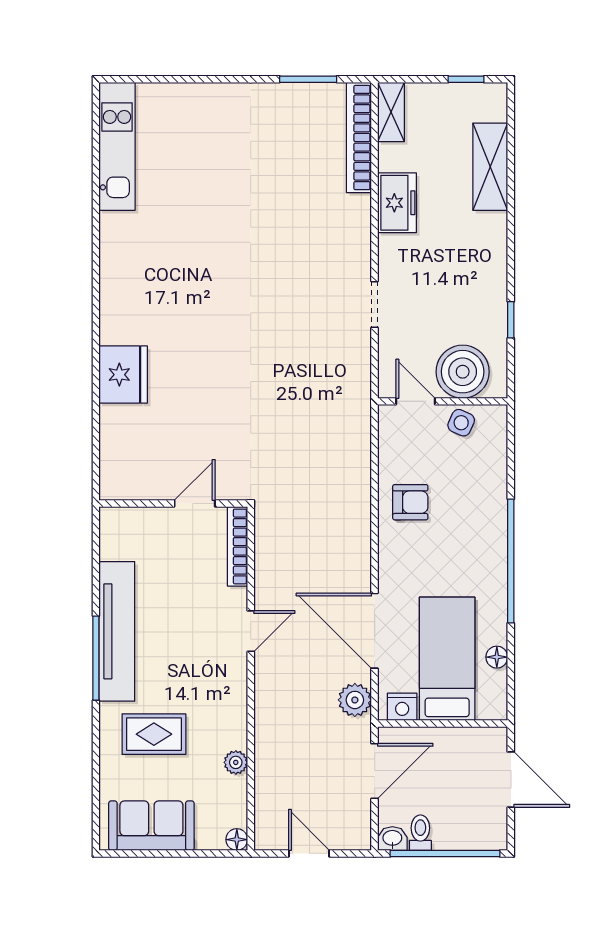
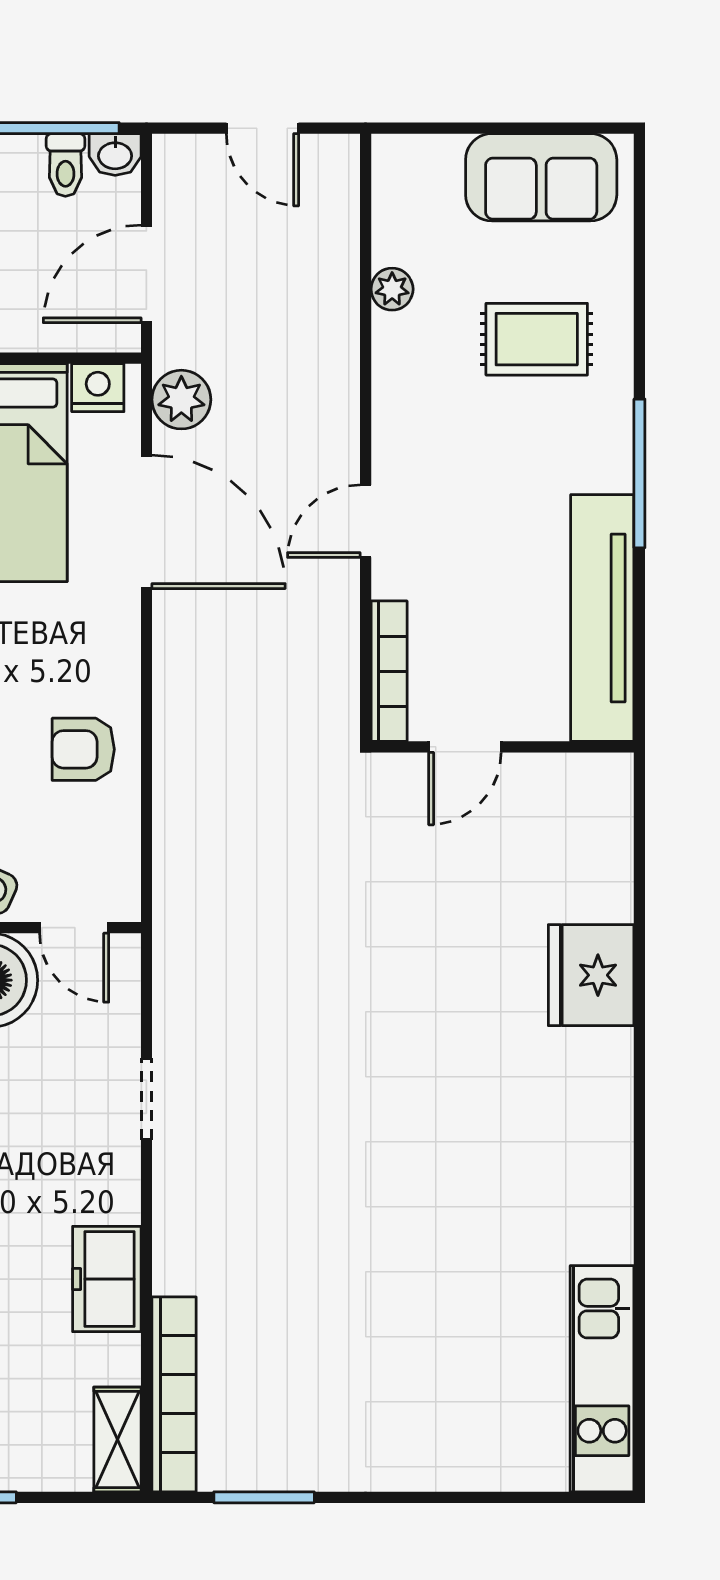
tv unit: (117, 631) -> (602, 618), moved
floor lamp: (237, 840) -> (390, 153), removed

